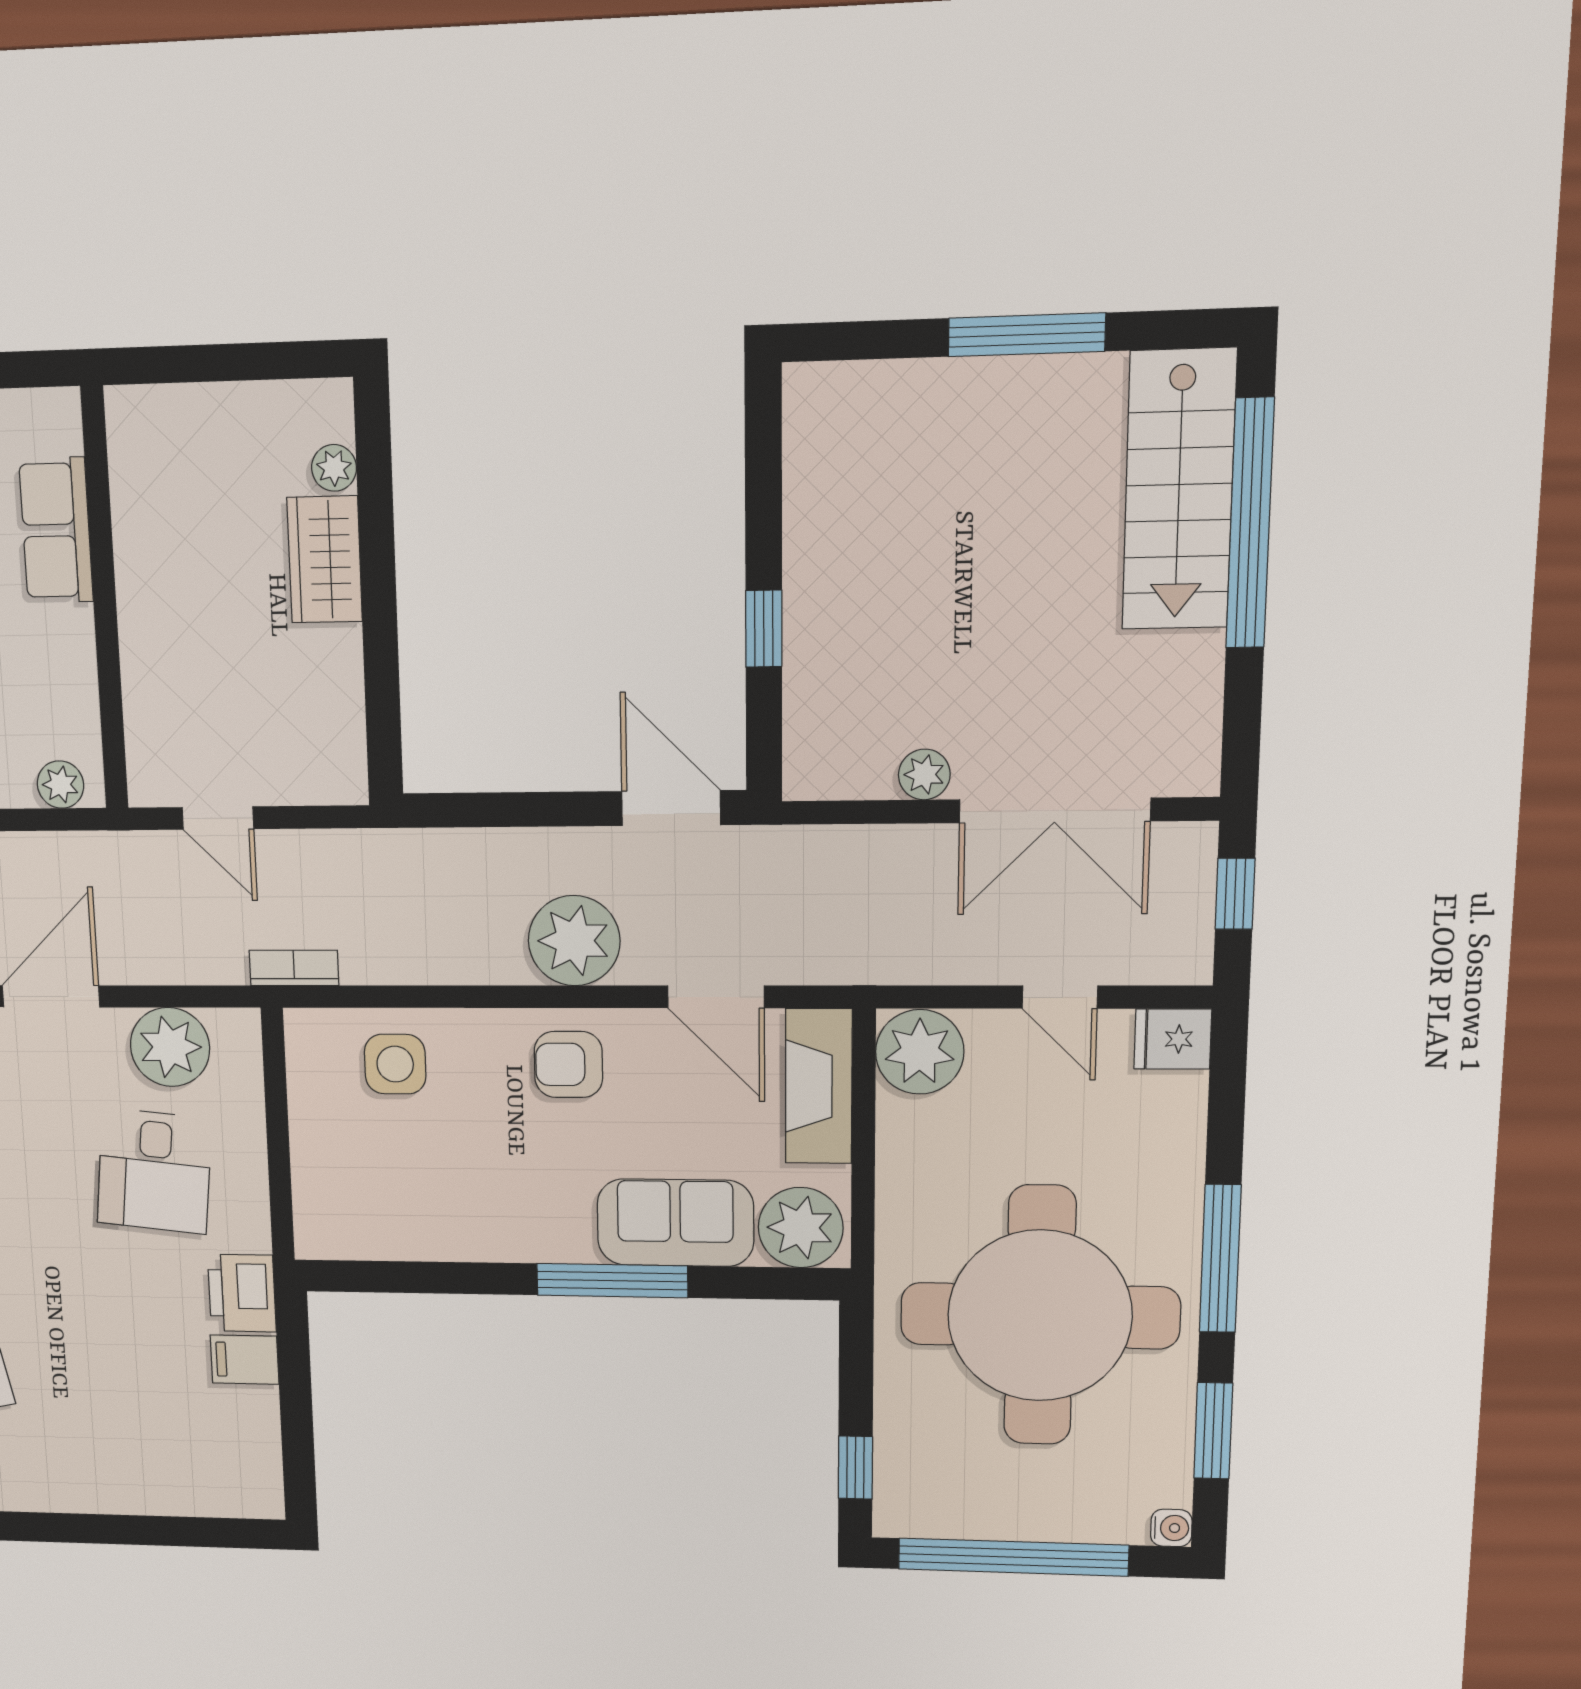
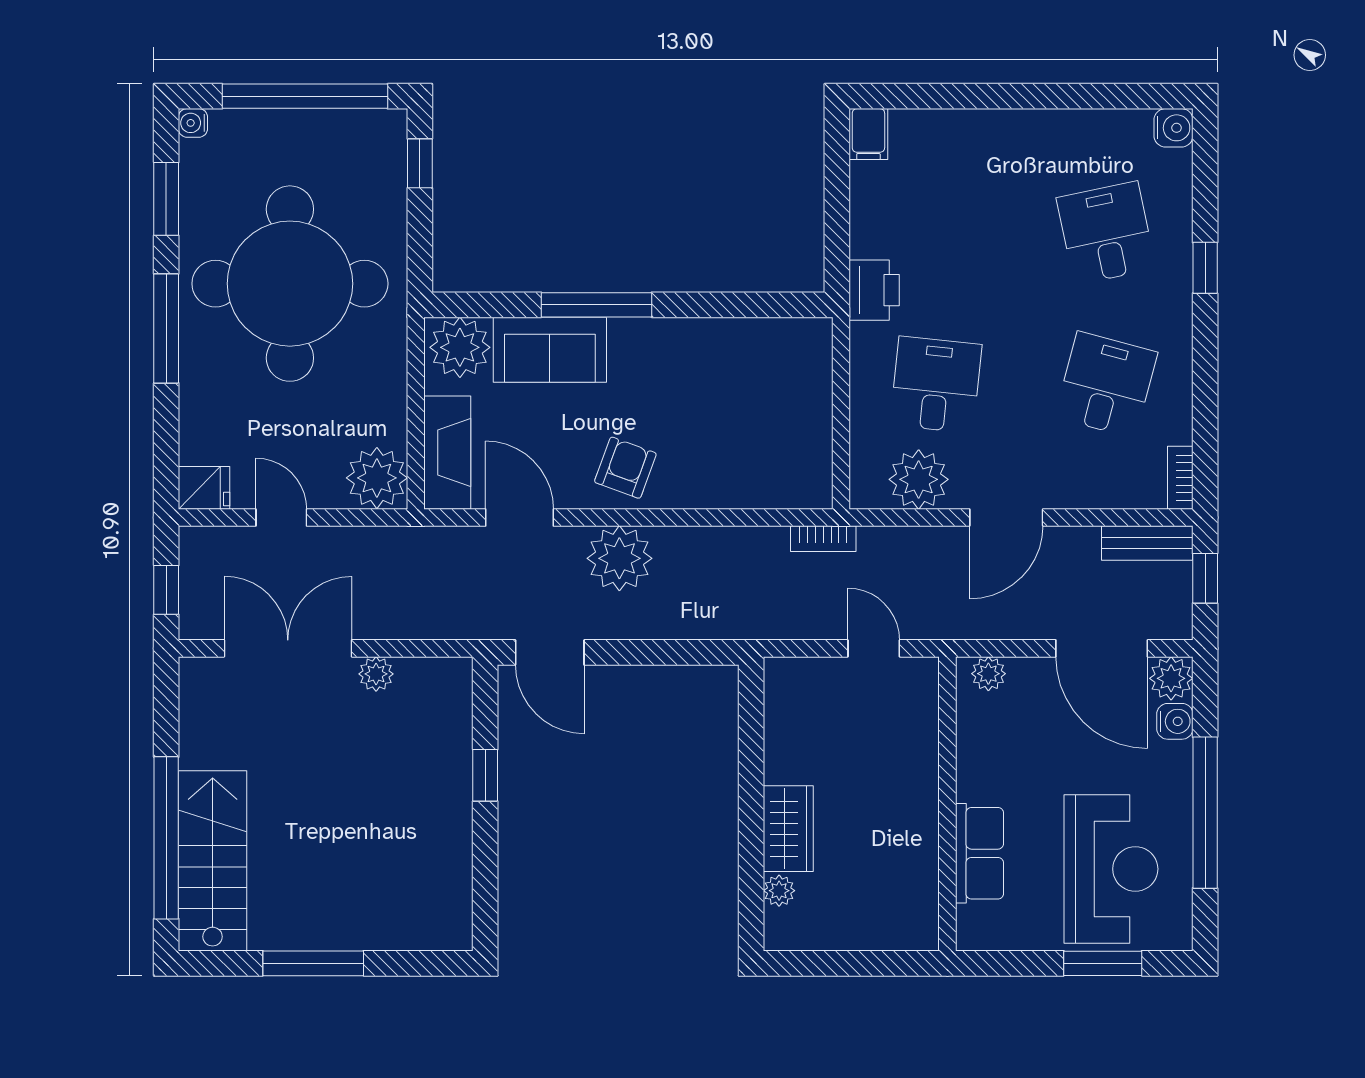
side table: (395, 1064) -> (752, 467), removed
armchair: (568, 1064) -> (625, 468), turned -70
filing cabinet: (245, 1360) -> (868, 134), moved, turned 90

